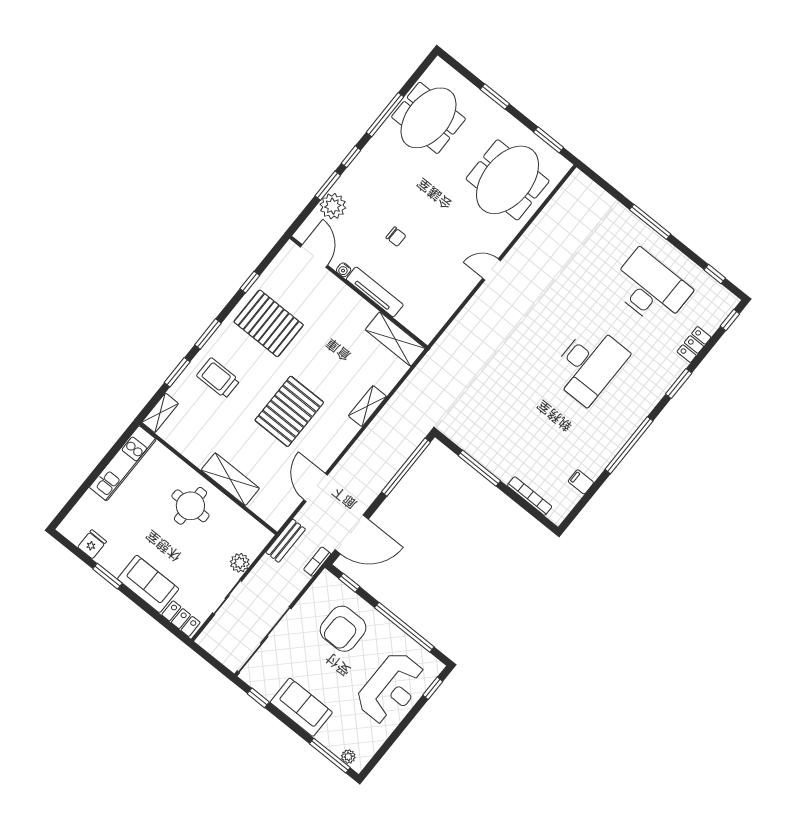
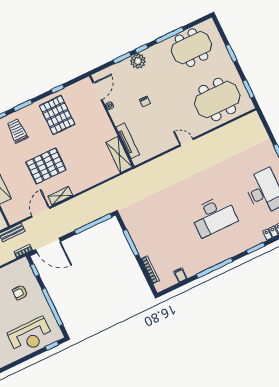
plant: (333, 206) -> (138, 61), moved
tv unit: (375, 292) -> (128, 141), moved
shelving: (367, 406) -> (60, 196), moved
armchair: (343, 629) -> (20, 292), width x0.53, depth x0.53

